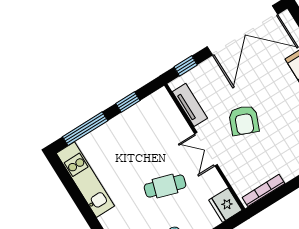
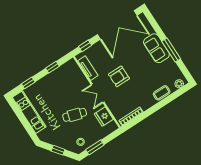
armchair: (244, 120) -> (119, 76), turned 68
window: (85, 129) -> (28, 83), width x0.46
fridge: (225, 205) -> (104, 117), moved

